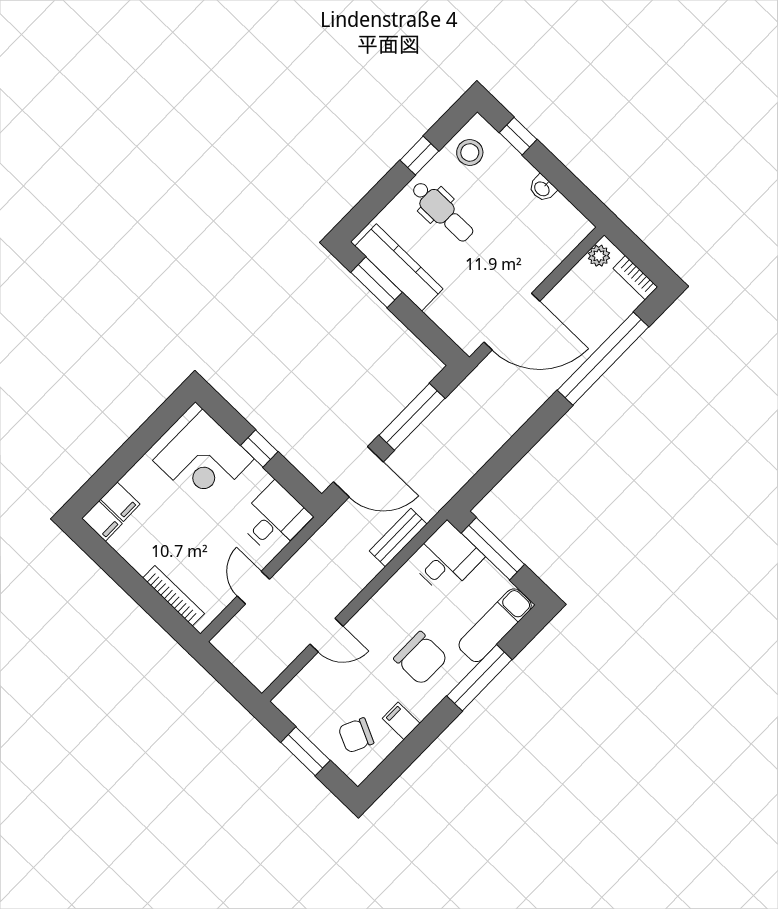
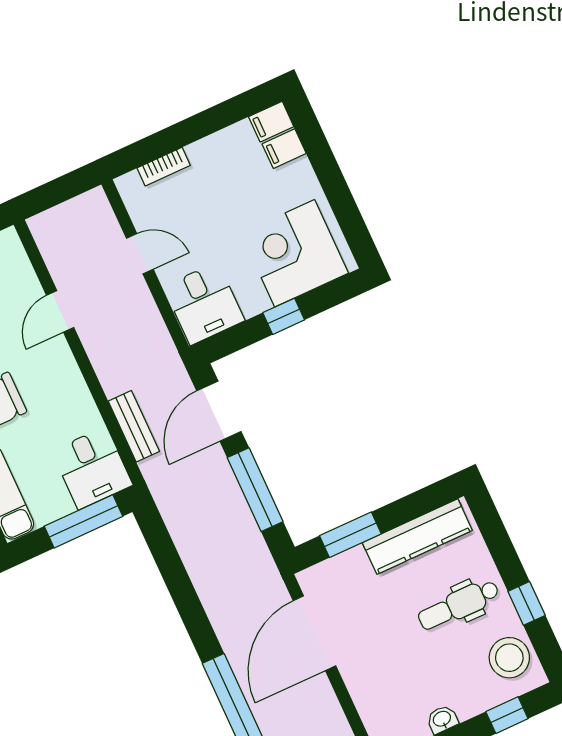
stool: (470, 152) -> (509, 658), width x1.38, depth x1.38
window: (376, 282) -> (350, 535), moved
bookcase: (174, 596) -> (164, 167), width x0.64

